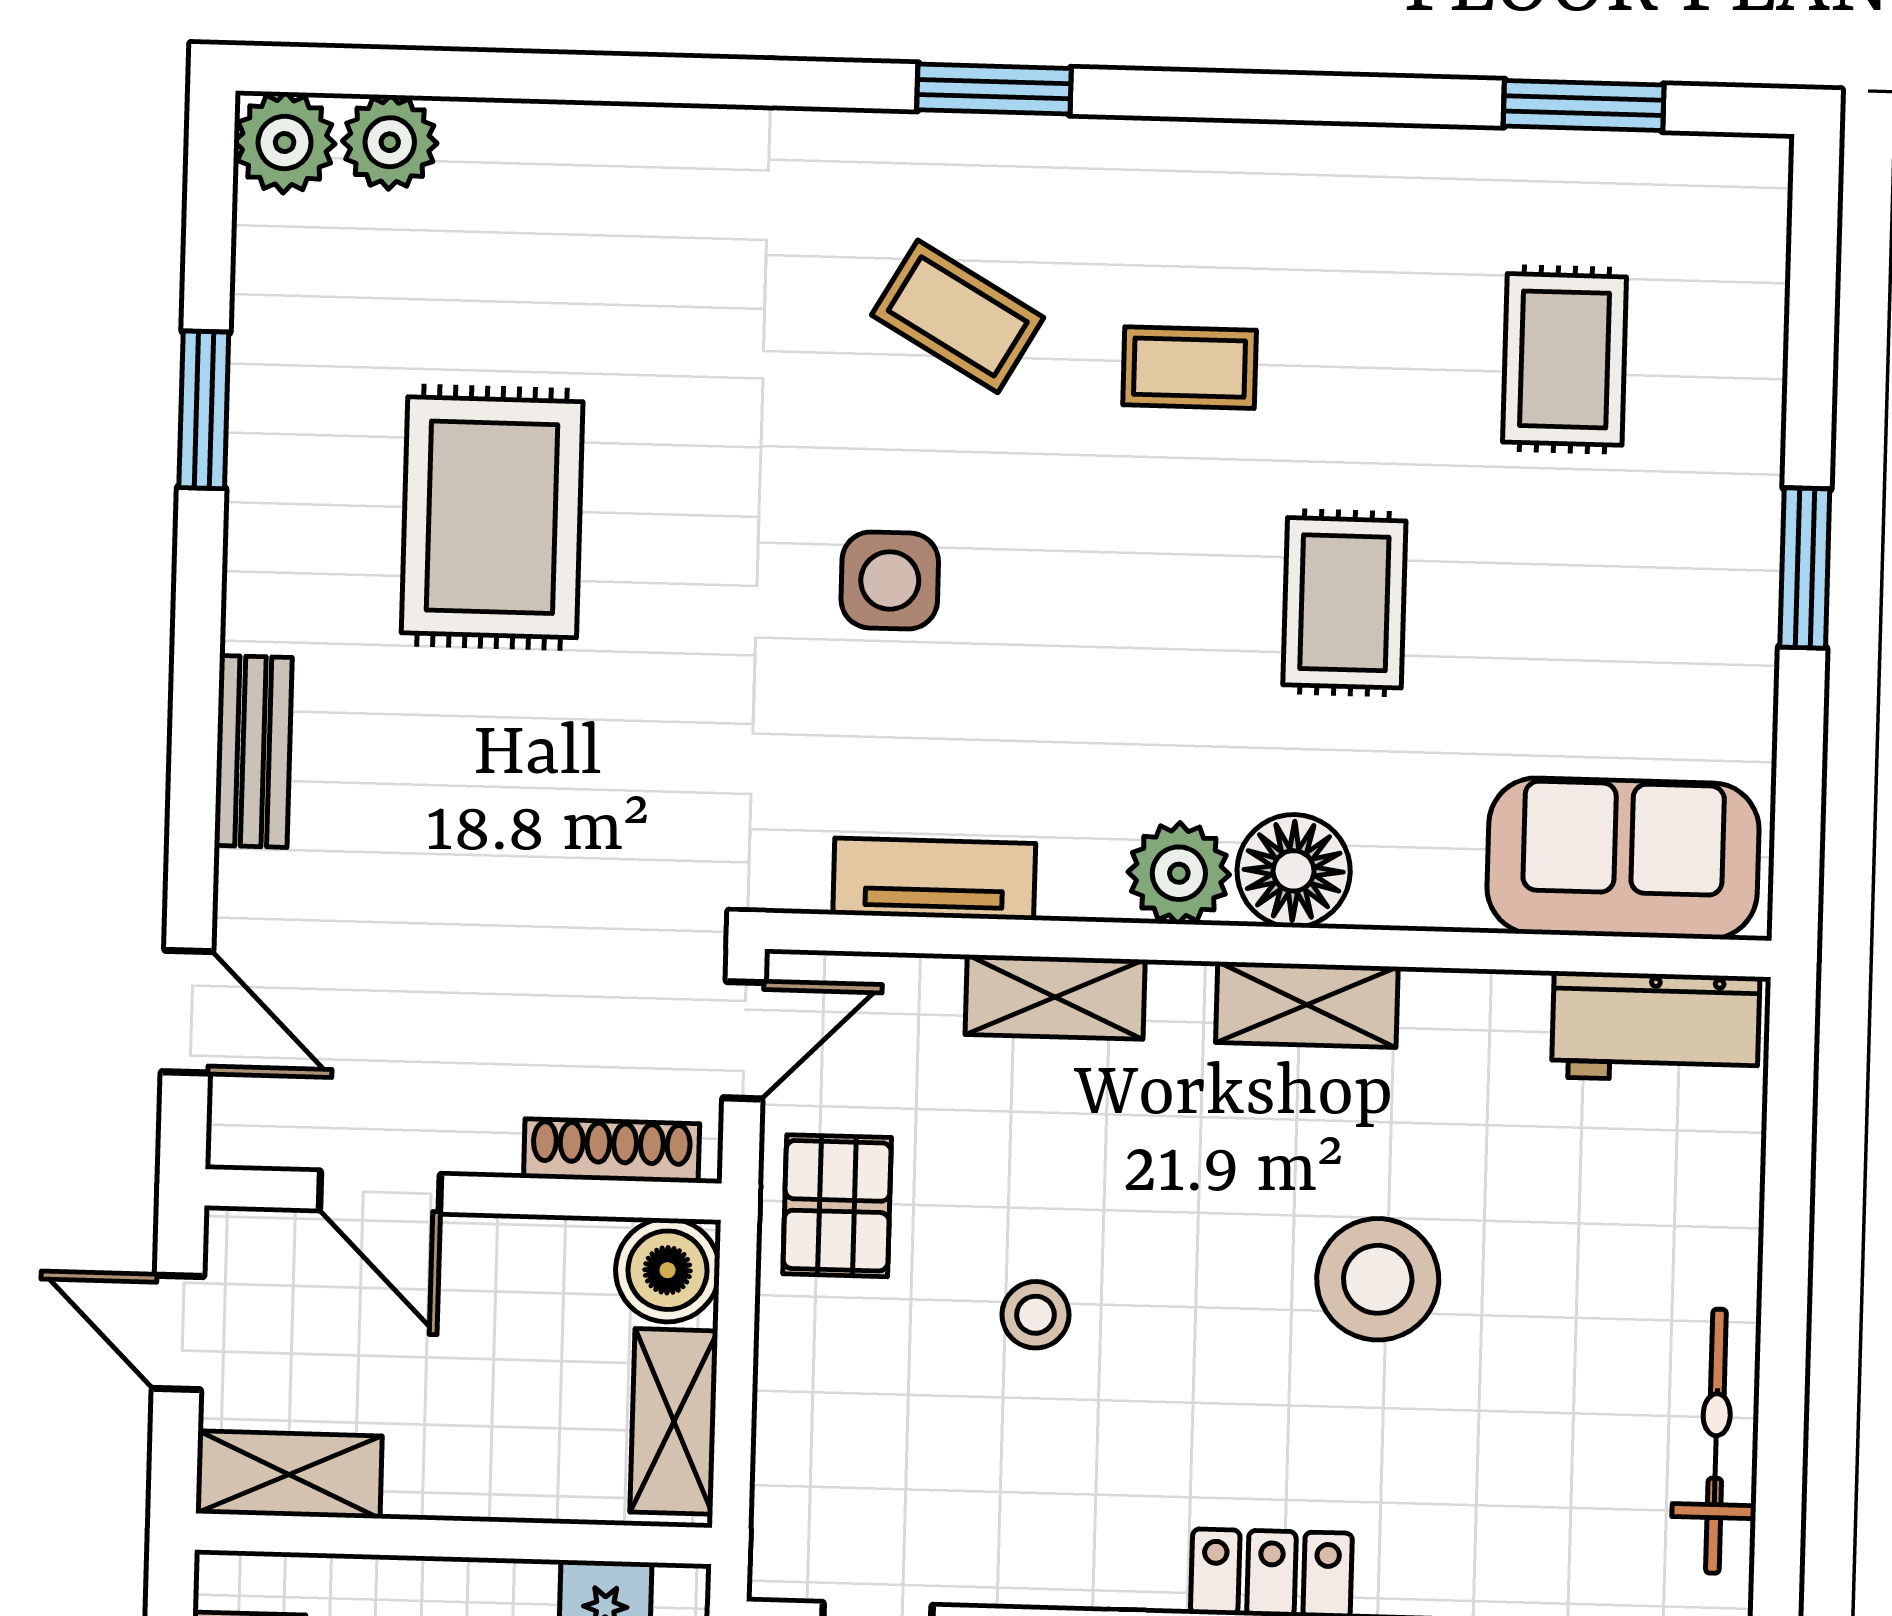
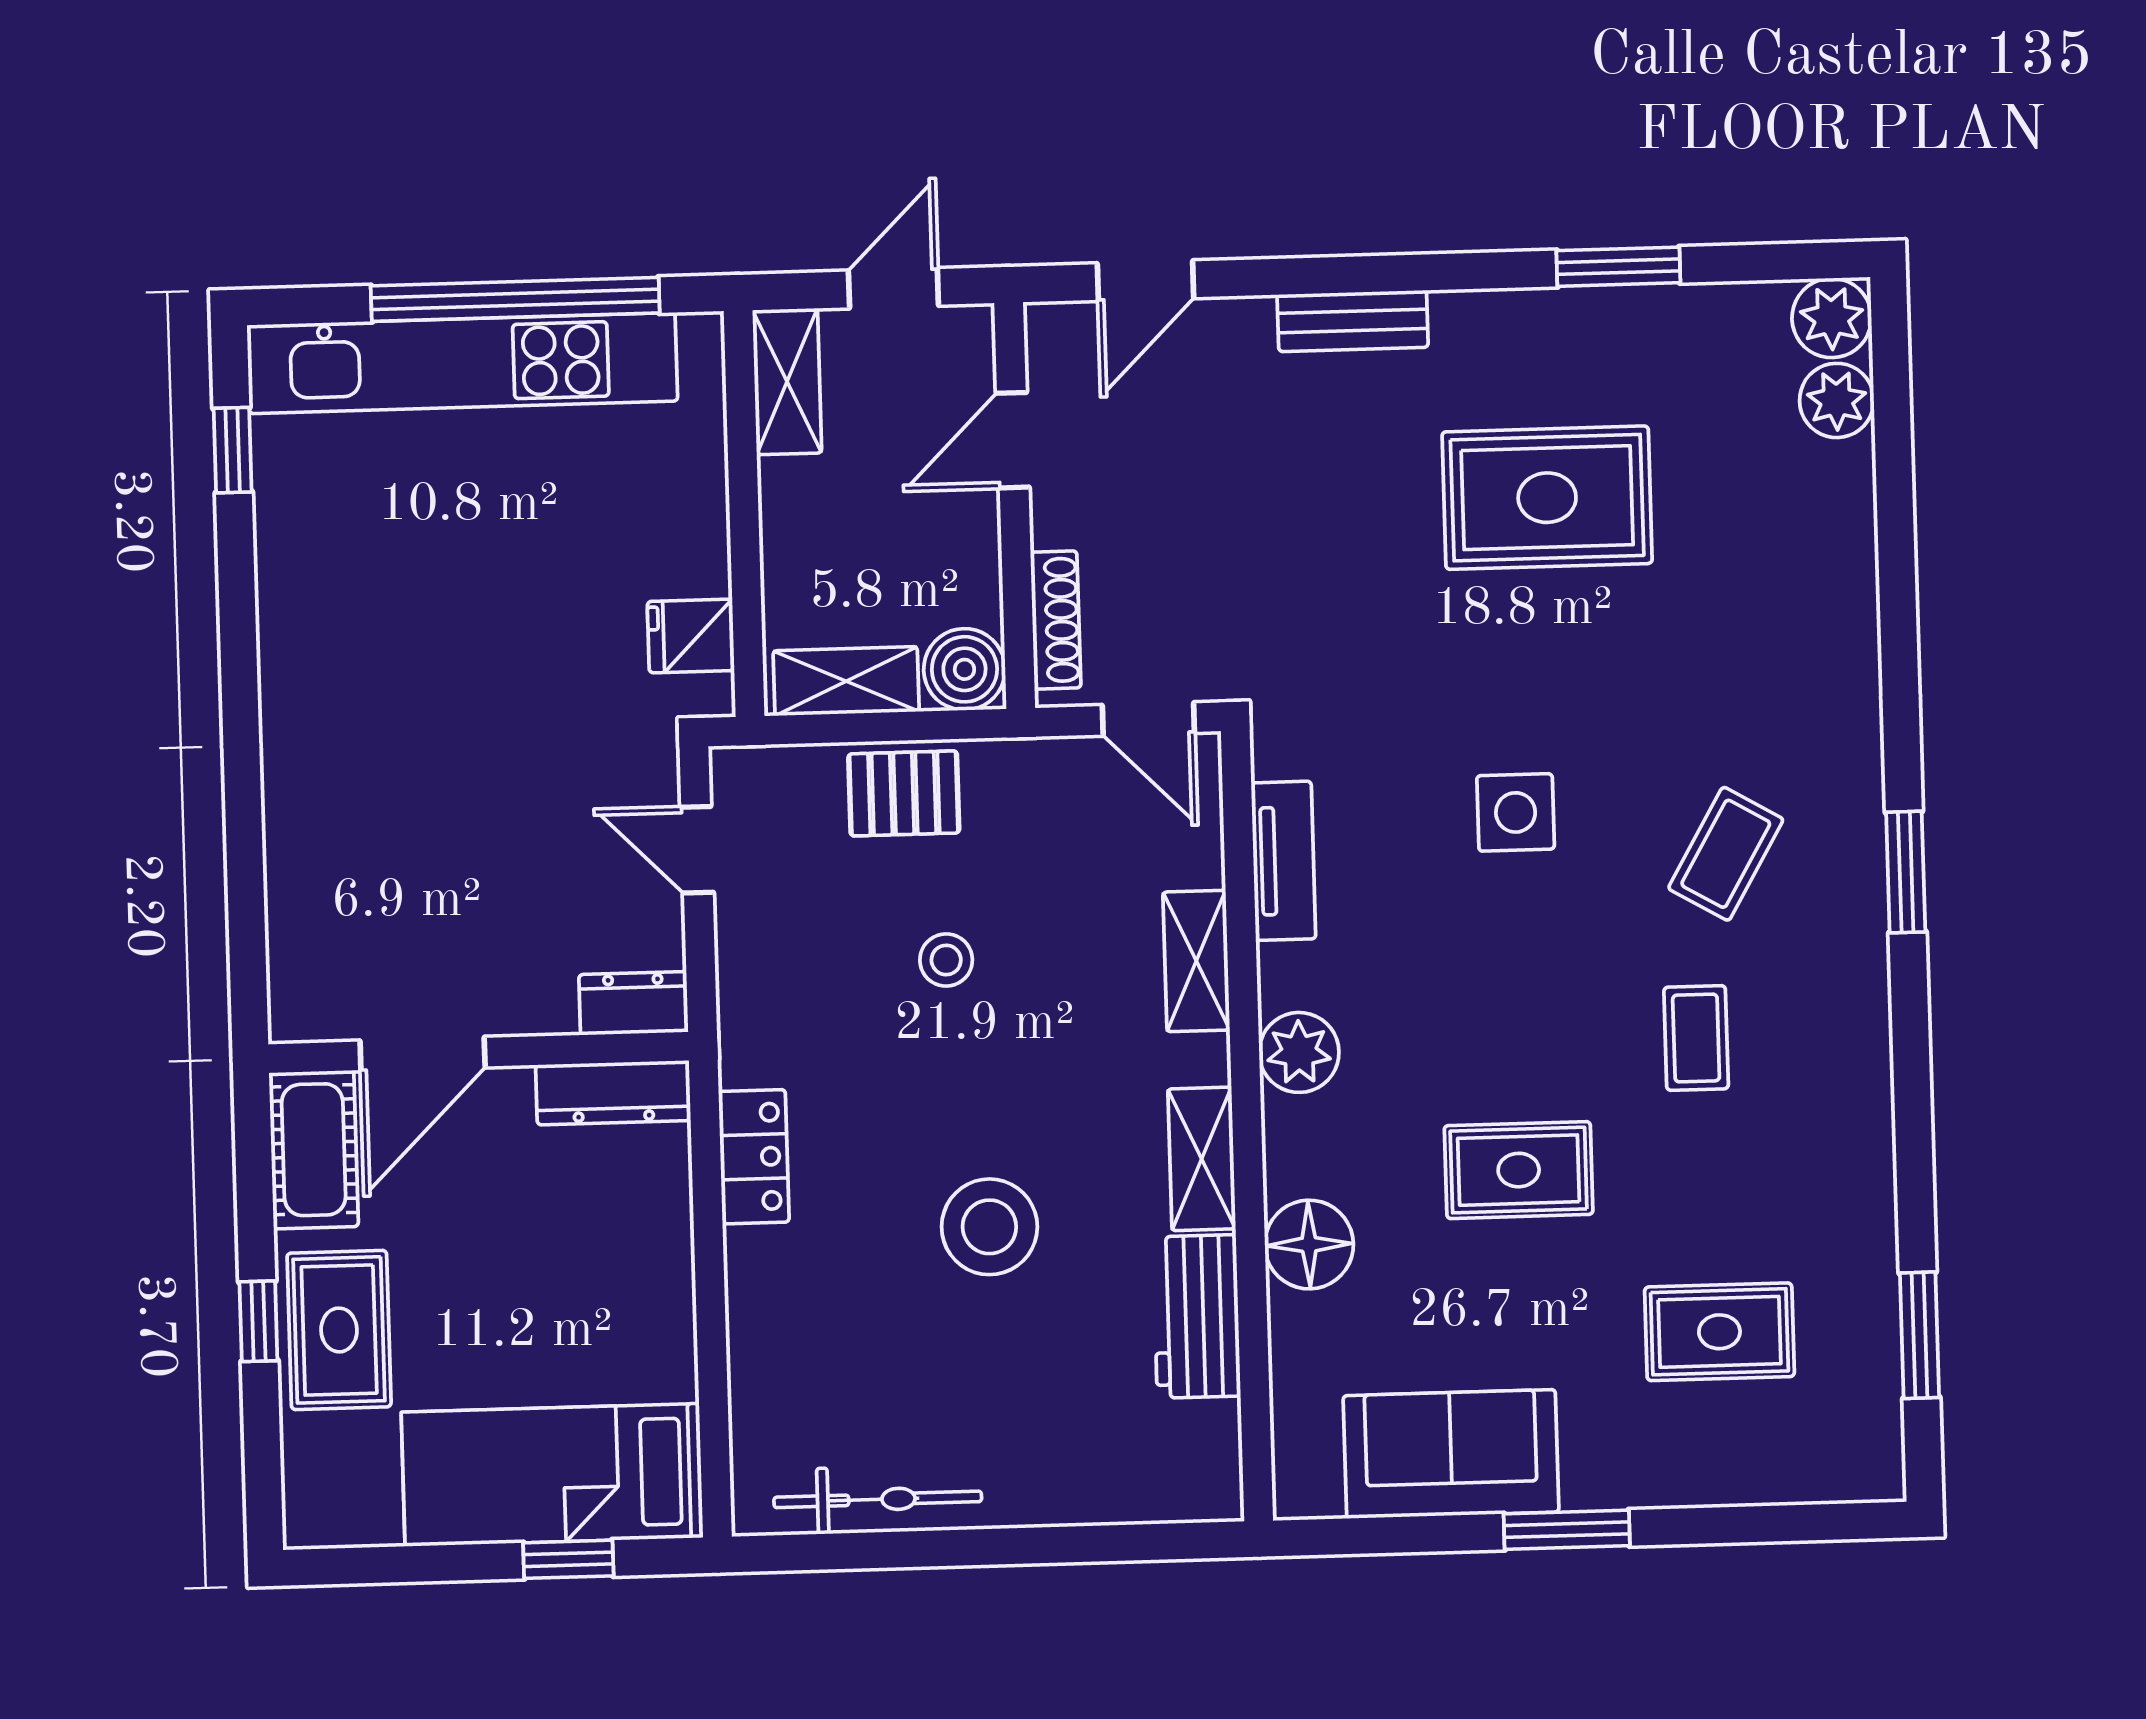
sofa: (1623, 858) -> (1451, 1454), moved, turned -90
floor lamp: (1294, 871) -> (1309, 1245), moved
workbench: (1656, 1027) -> (1197, 1316), moved
pallet: (837, 1206) -> (904, 793), moved

